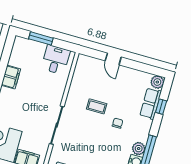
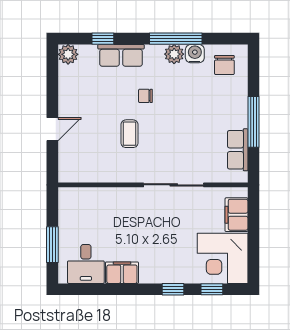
desk: (56, 60) -> (86, 264), moved, turned -90
row of seats: (151, 104) -> (121, 55), moved

